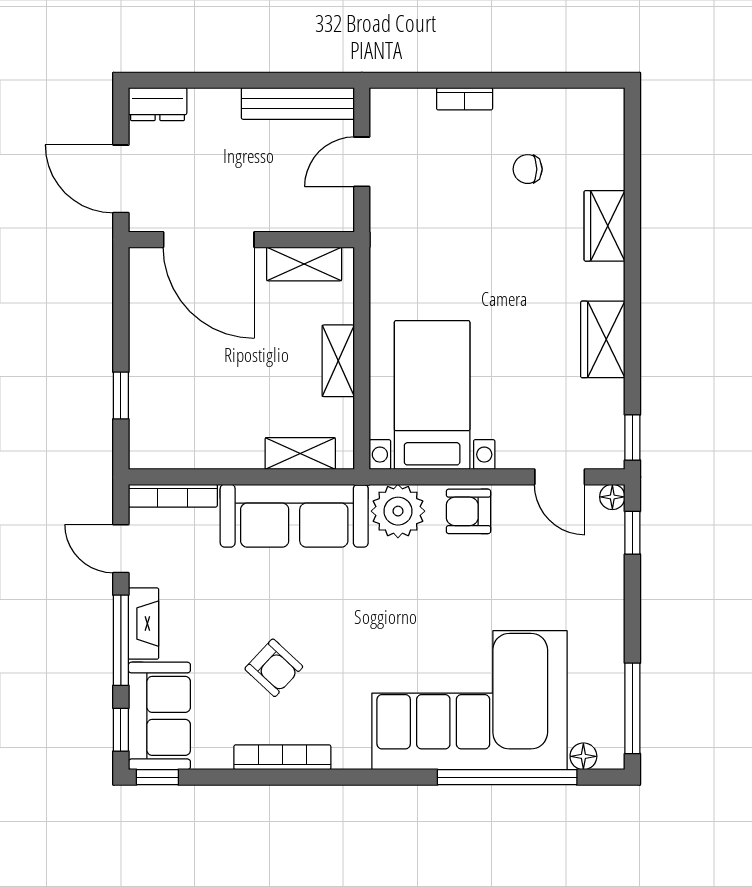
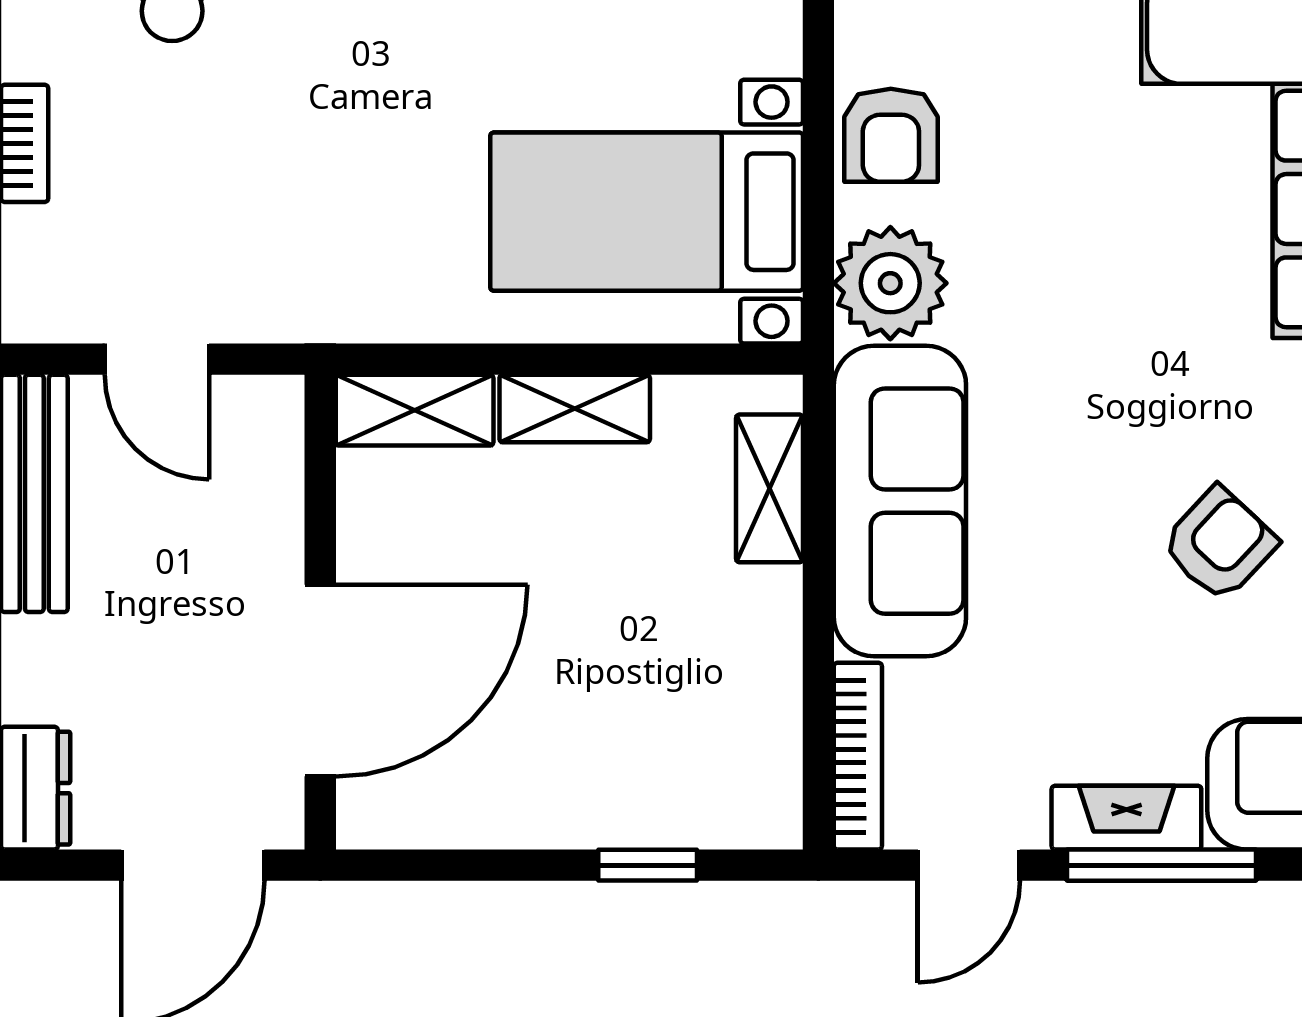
shelving: (304, 264) -> (415, 410), moved, turned 90

